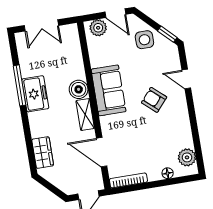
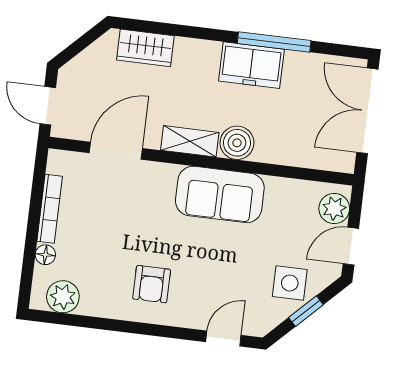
double door: (41, 25) -> (367, 111), width x1.37
window: (167, 34) -> (306, 311), moved
door: (186, 79) -> (223, 339), moved
armchair: (154, 100) -> (152, 284), moved, turned 139
bookcase: (128, 180) -> (50, 209), moved

